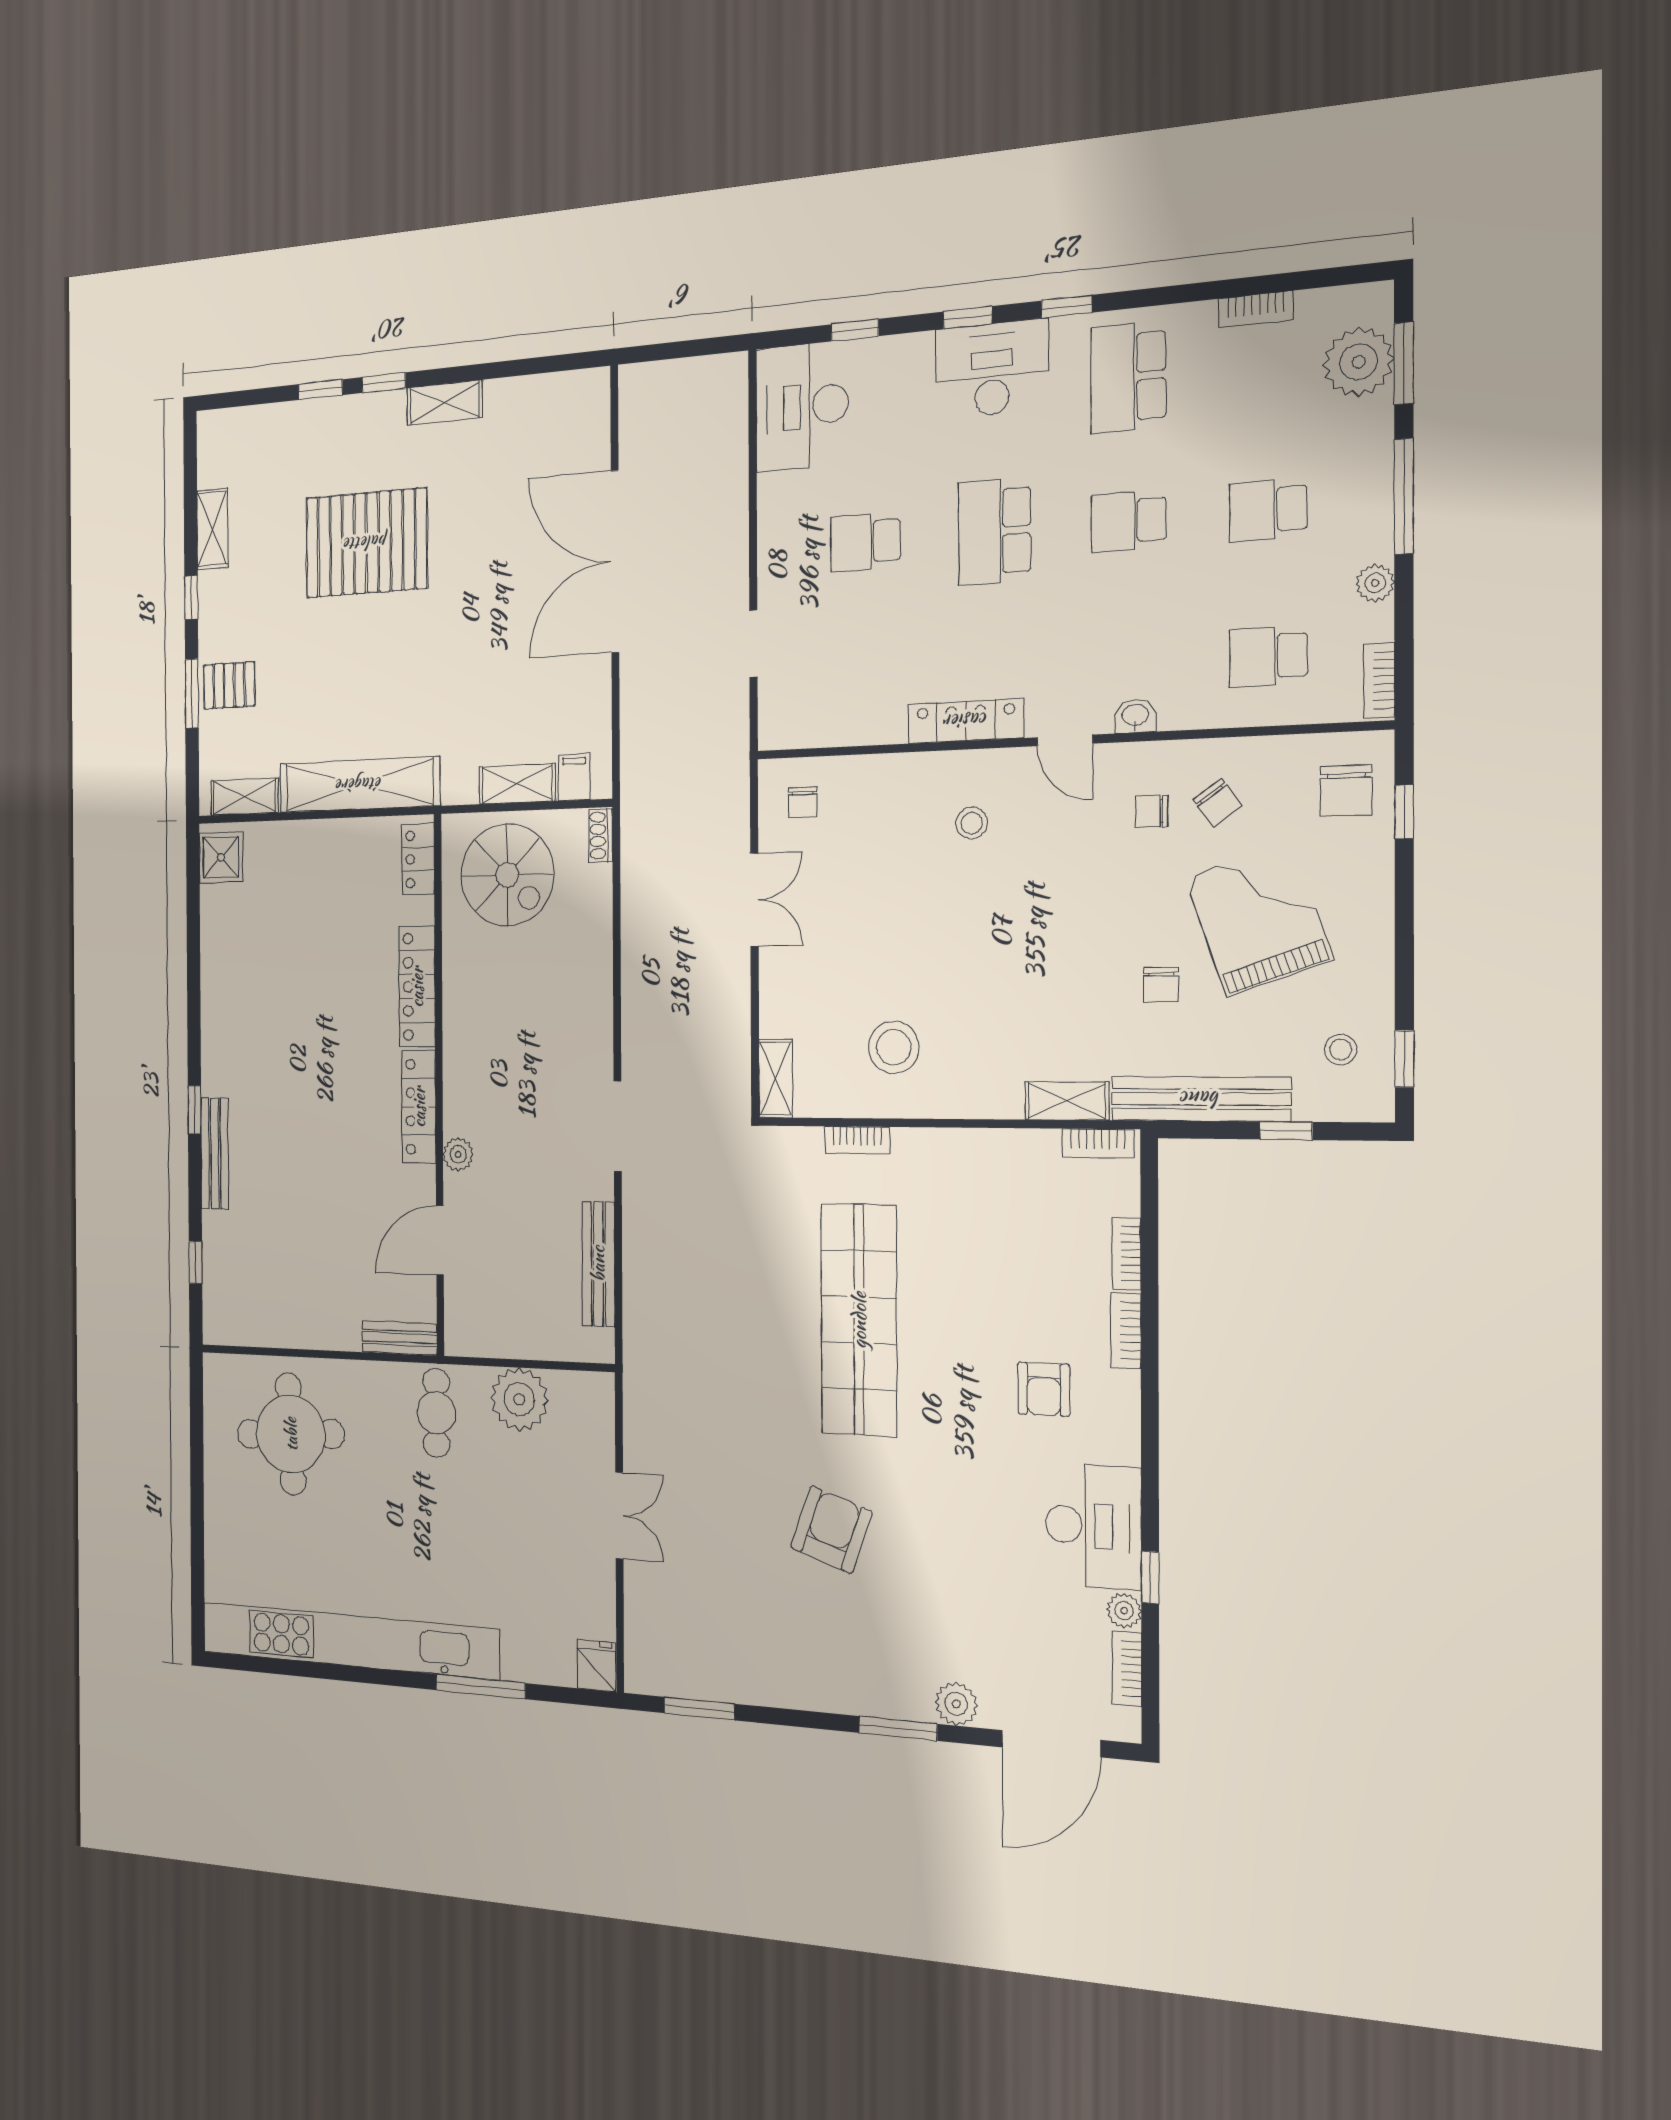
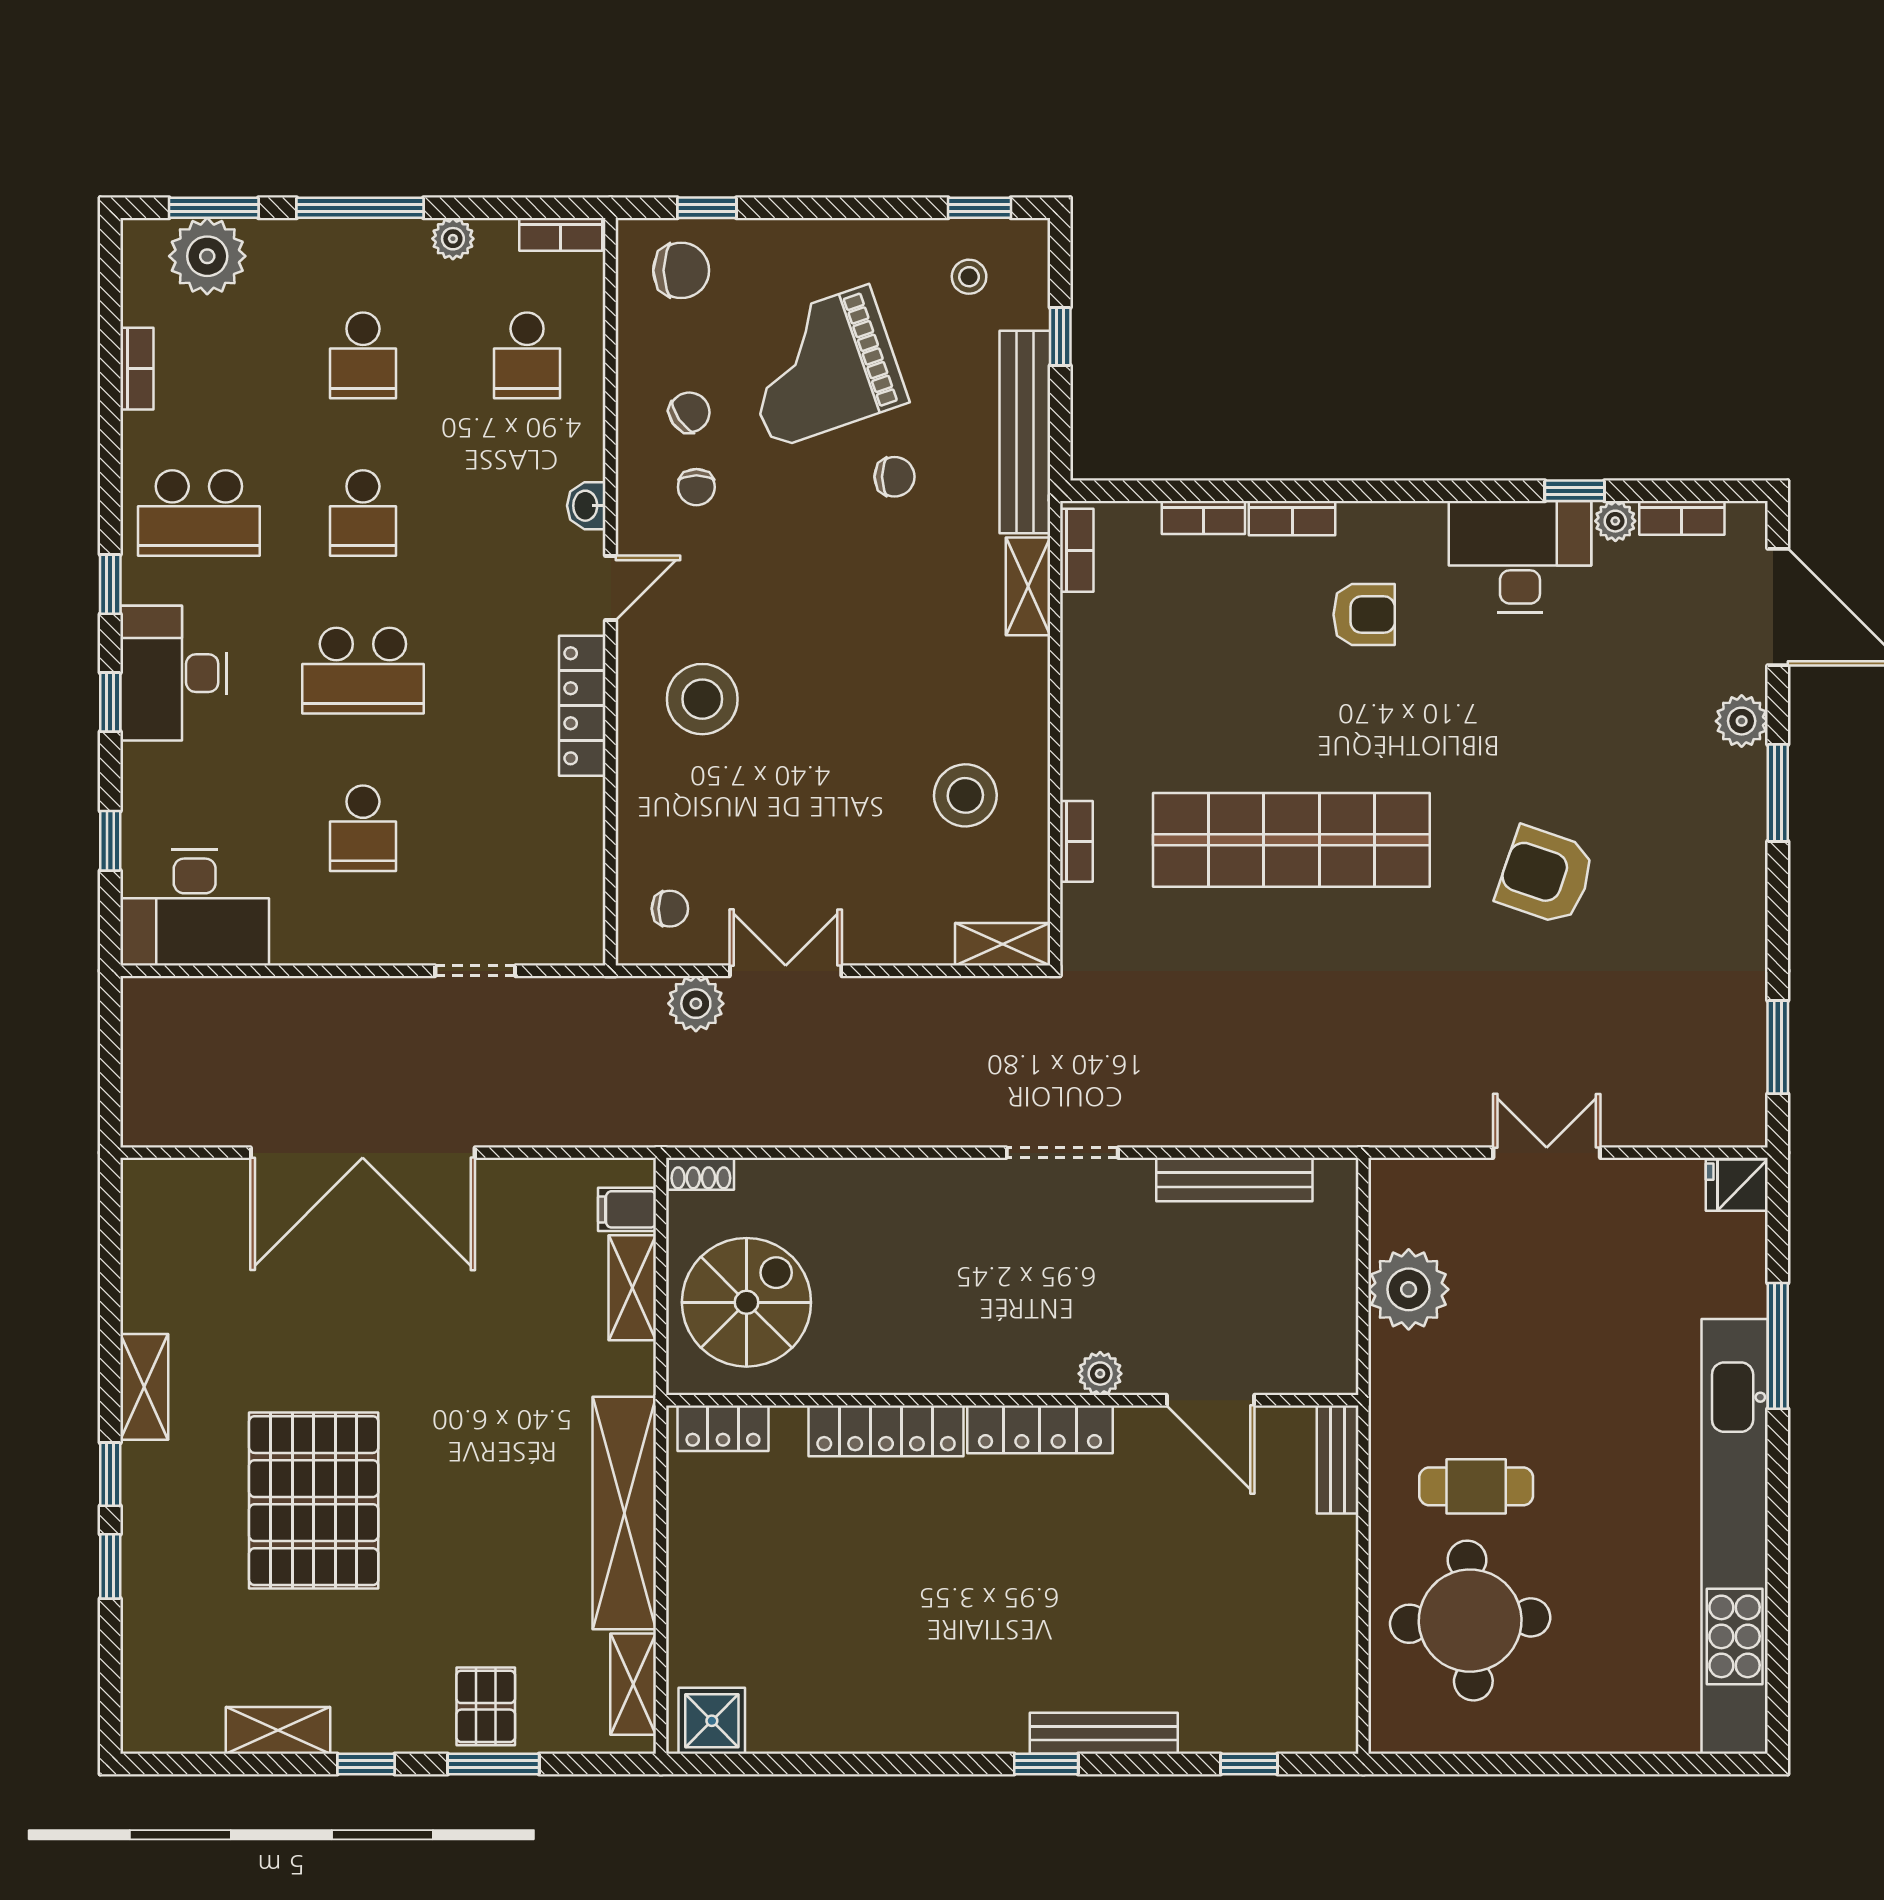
stool: (972, 823) -> (702, 699), width x1.89, depth x1.89
plant: (729, 827) -> (696, 1004), added
cafe table: (436, 1413) -> (1476, 1486), moved

